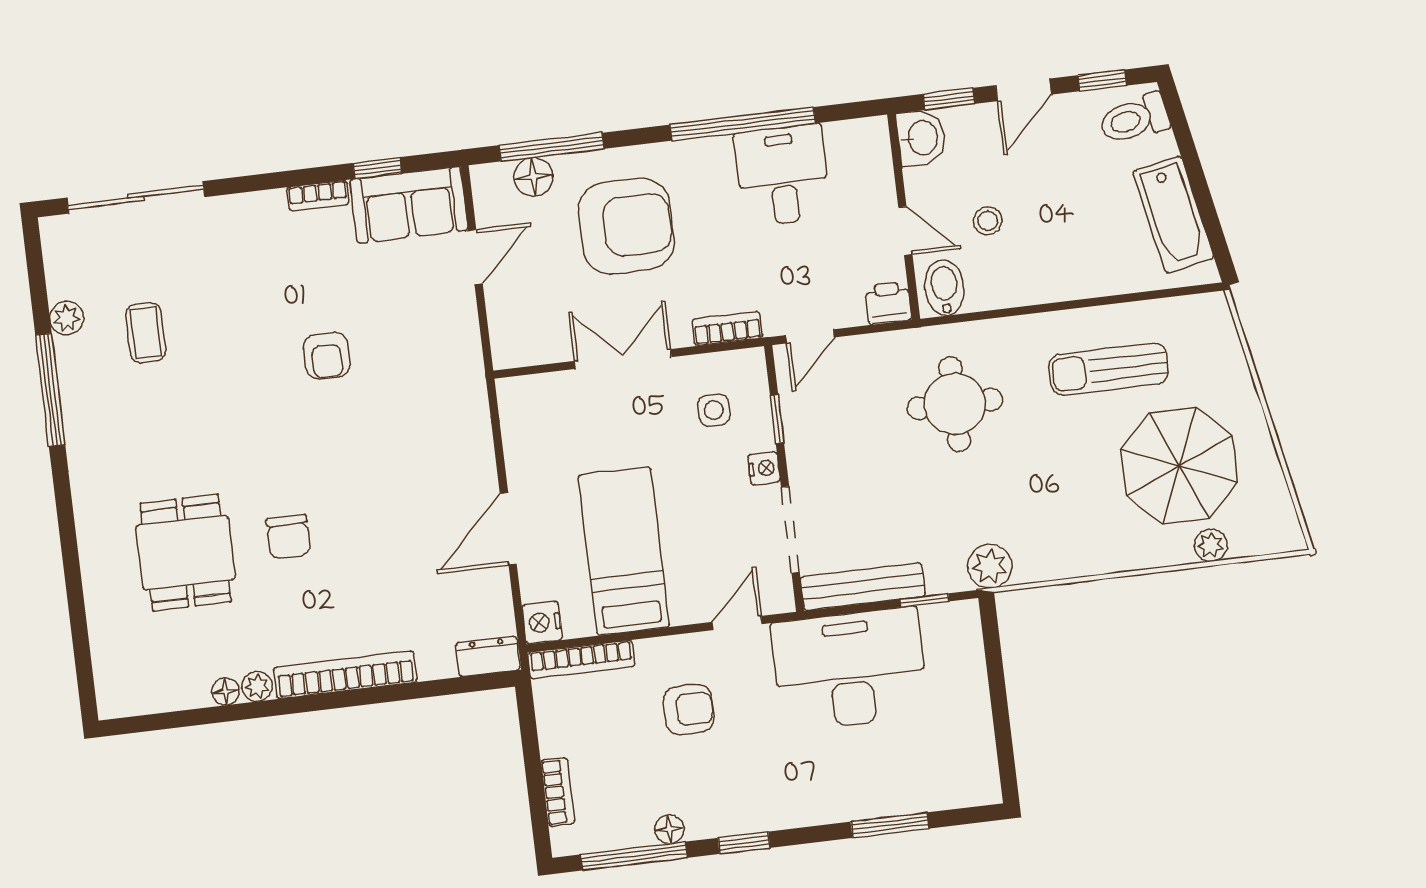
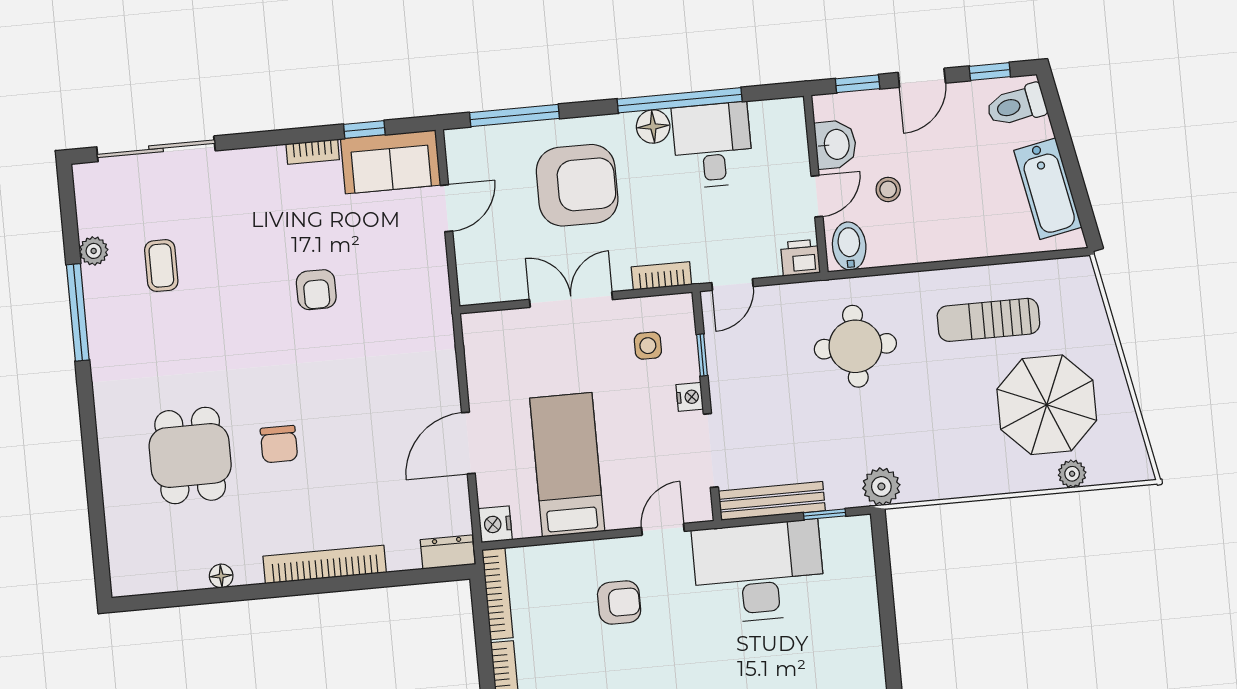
washbasin: (921, 138) -> (836, 145), moved
floor lamp: (533, 177) -> (653, 127), moved
door: (905, 231) -> (817, 196), hinge flipped
bookcase: (581, 660) -> (498, 594), moved, turned -90
plant: (257, 686) -> (249, 572), removed

